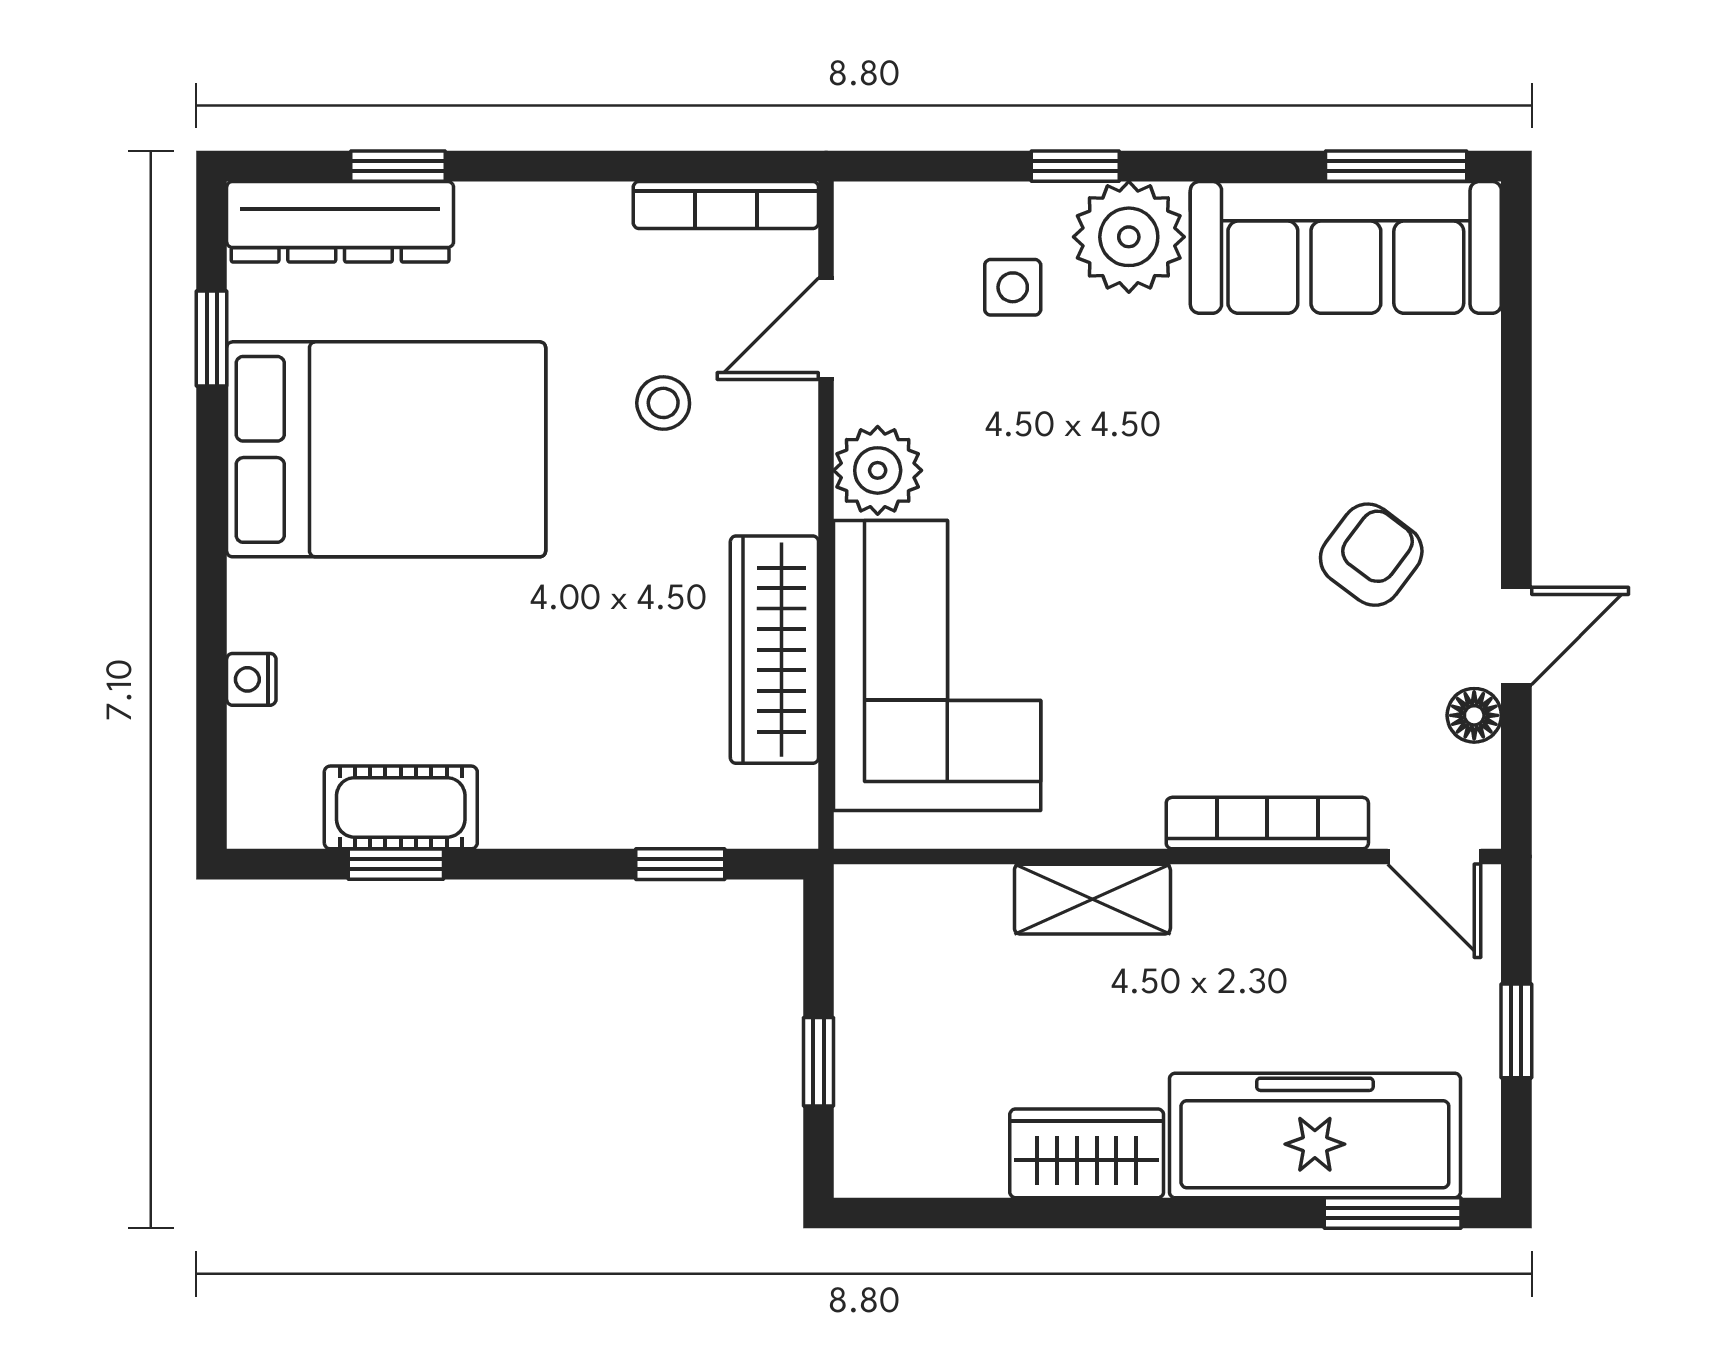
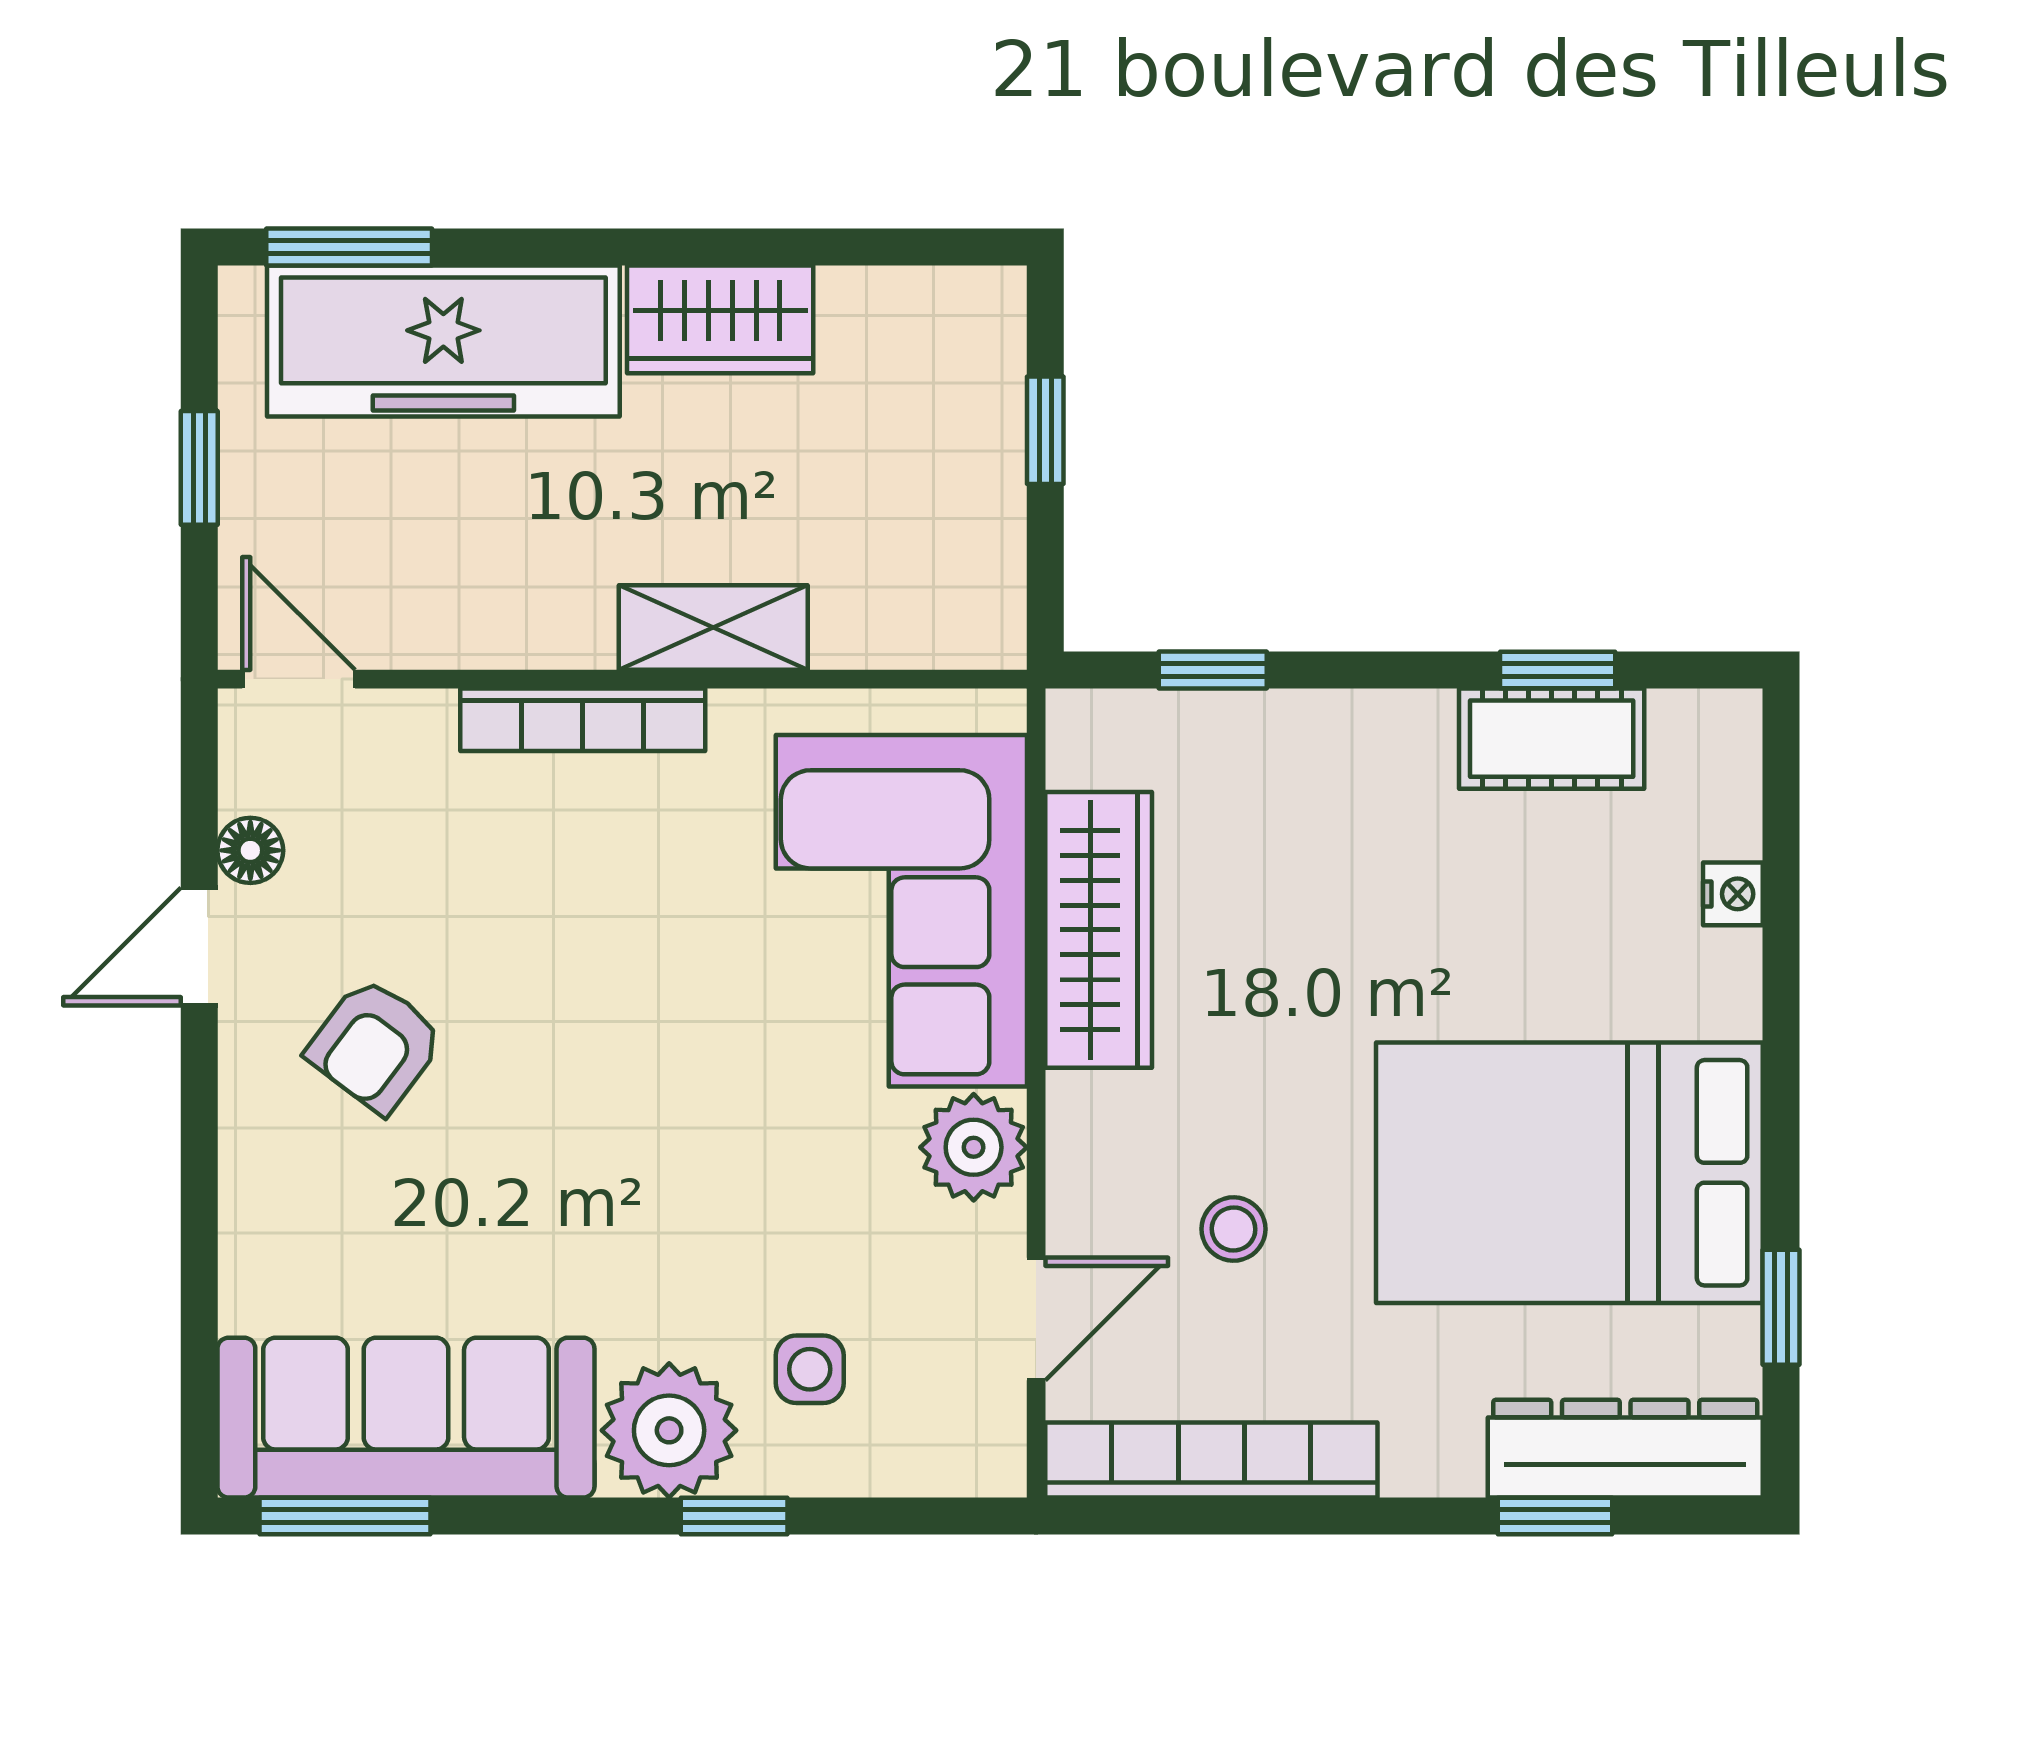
bookcase: (726, 205) -> (1211, 1460), width x1.48, depth x1.31
bookcase: (1267, 823) -> (583, 720), moved

